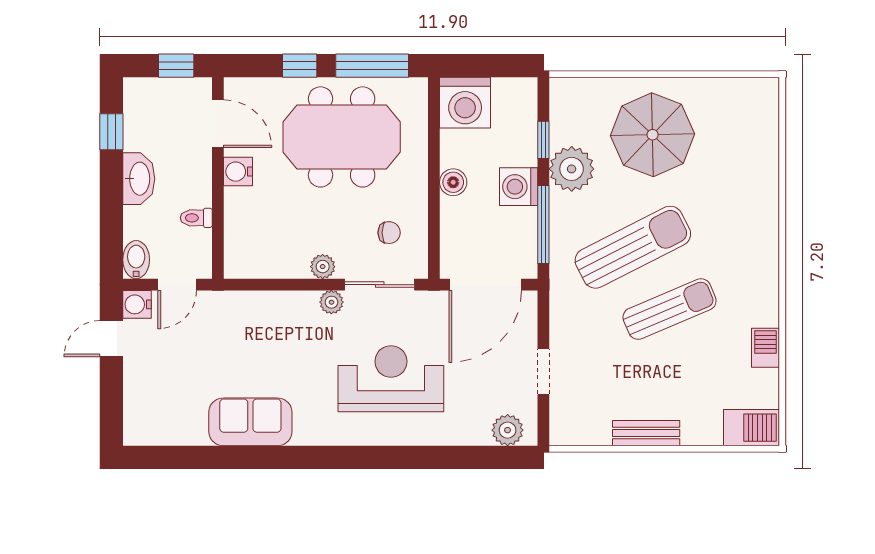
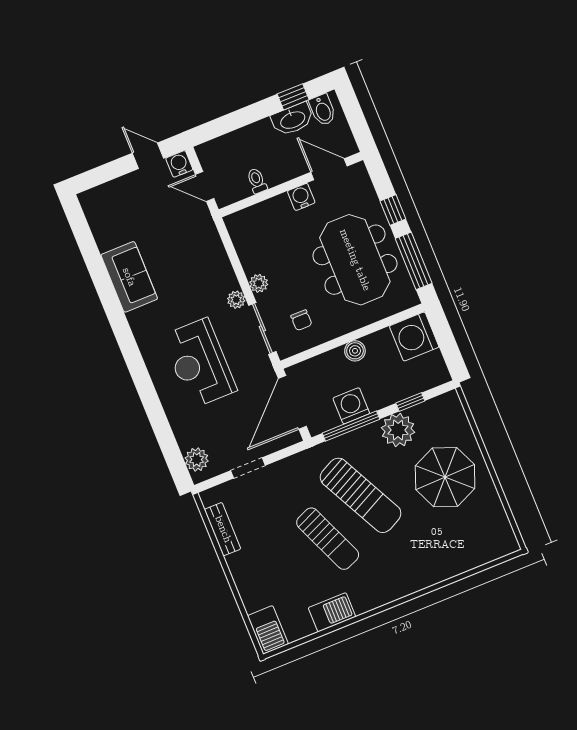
window: (176, 66) -> (358, 123), removed
door: (218, 124) -> (329, 169), swing flipped
washbasin: (139, 179) -> (292, 119), moved
washing machine: (519, 187) -> (351, 406), moved
bidet: (136, 260) -> (323, 110), moved, turned 90
door: (485, 285) -> (292, 402), hinge flipped
barbecue: (766, 348) -> (332, 612), width x1.38, depth x1.27
reception desk: (391, 379) -> (199, 363), turned 180
bench: (646, 433) -> (223, 529), moved

